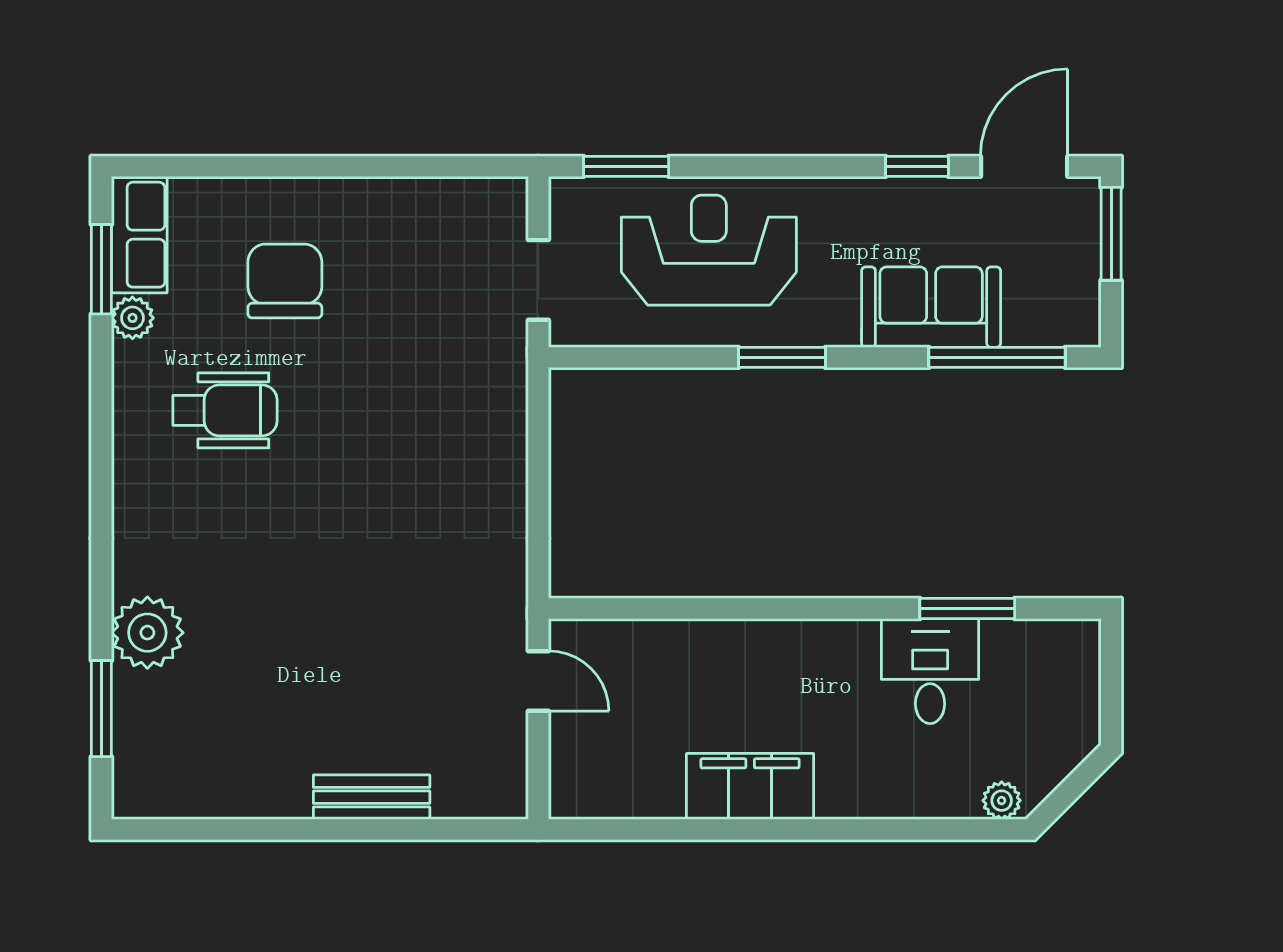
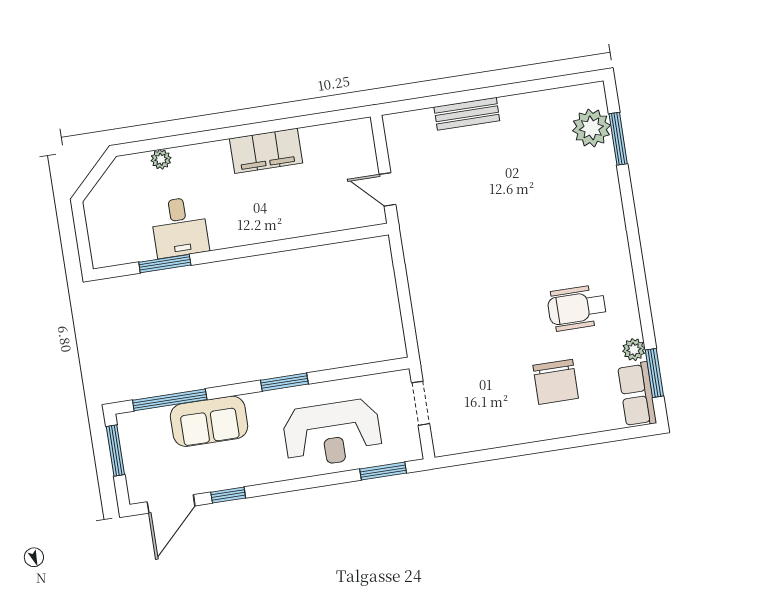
window: (1111, 234) -> (115, 451), moved
plant: (147, 633) -> (591, 128), moved
plant: (1002, 801) -> (161, 159), moved

